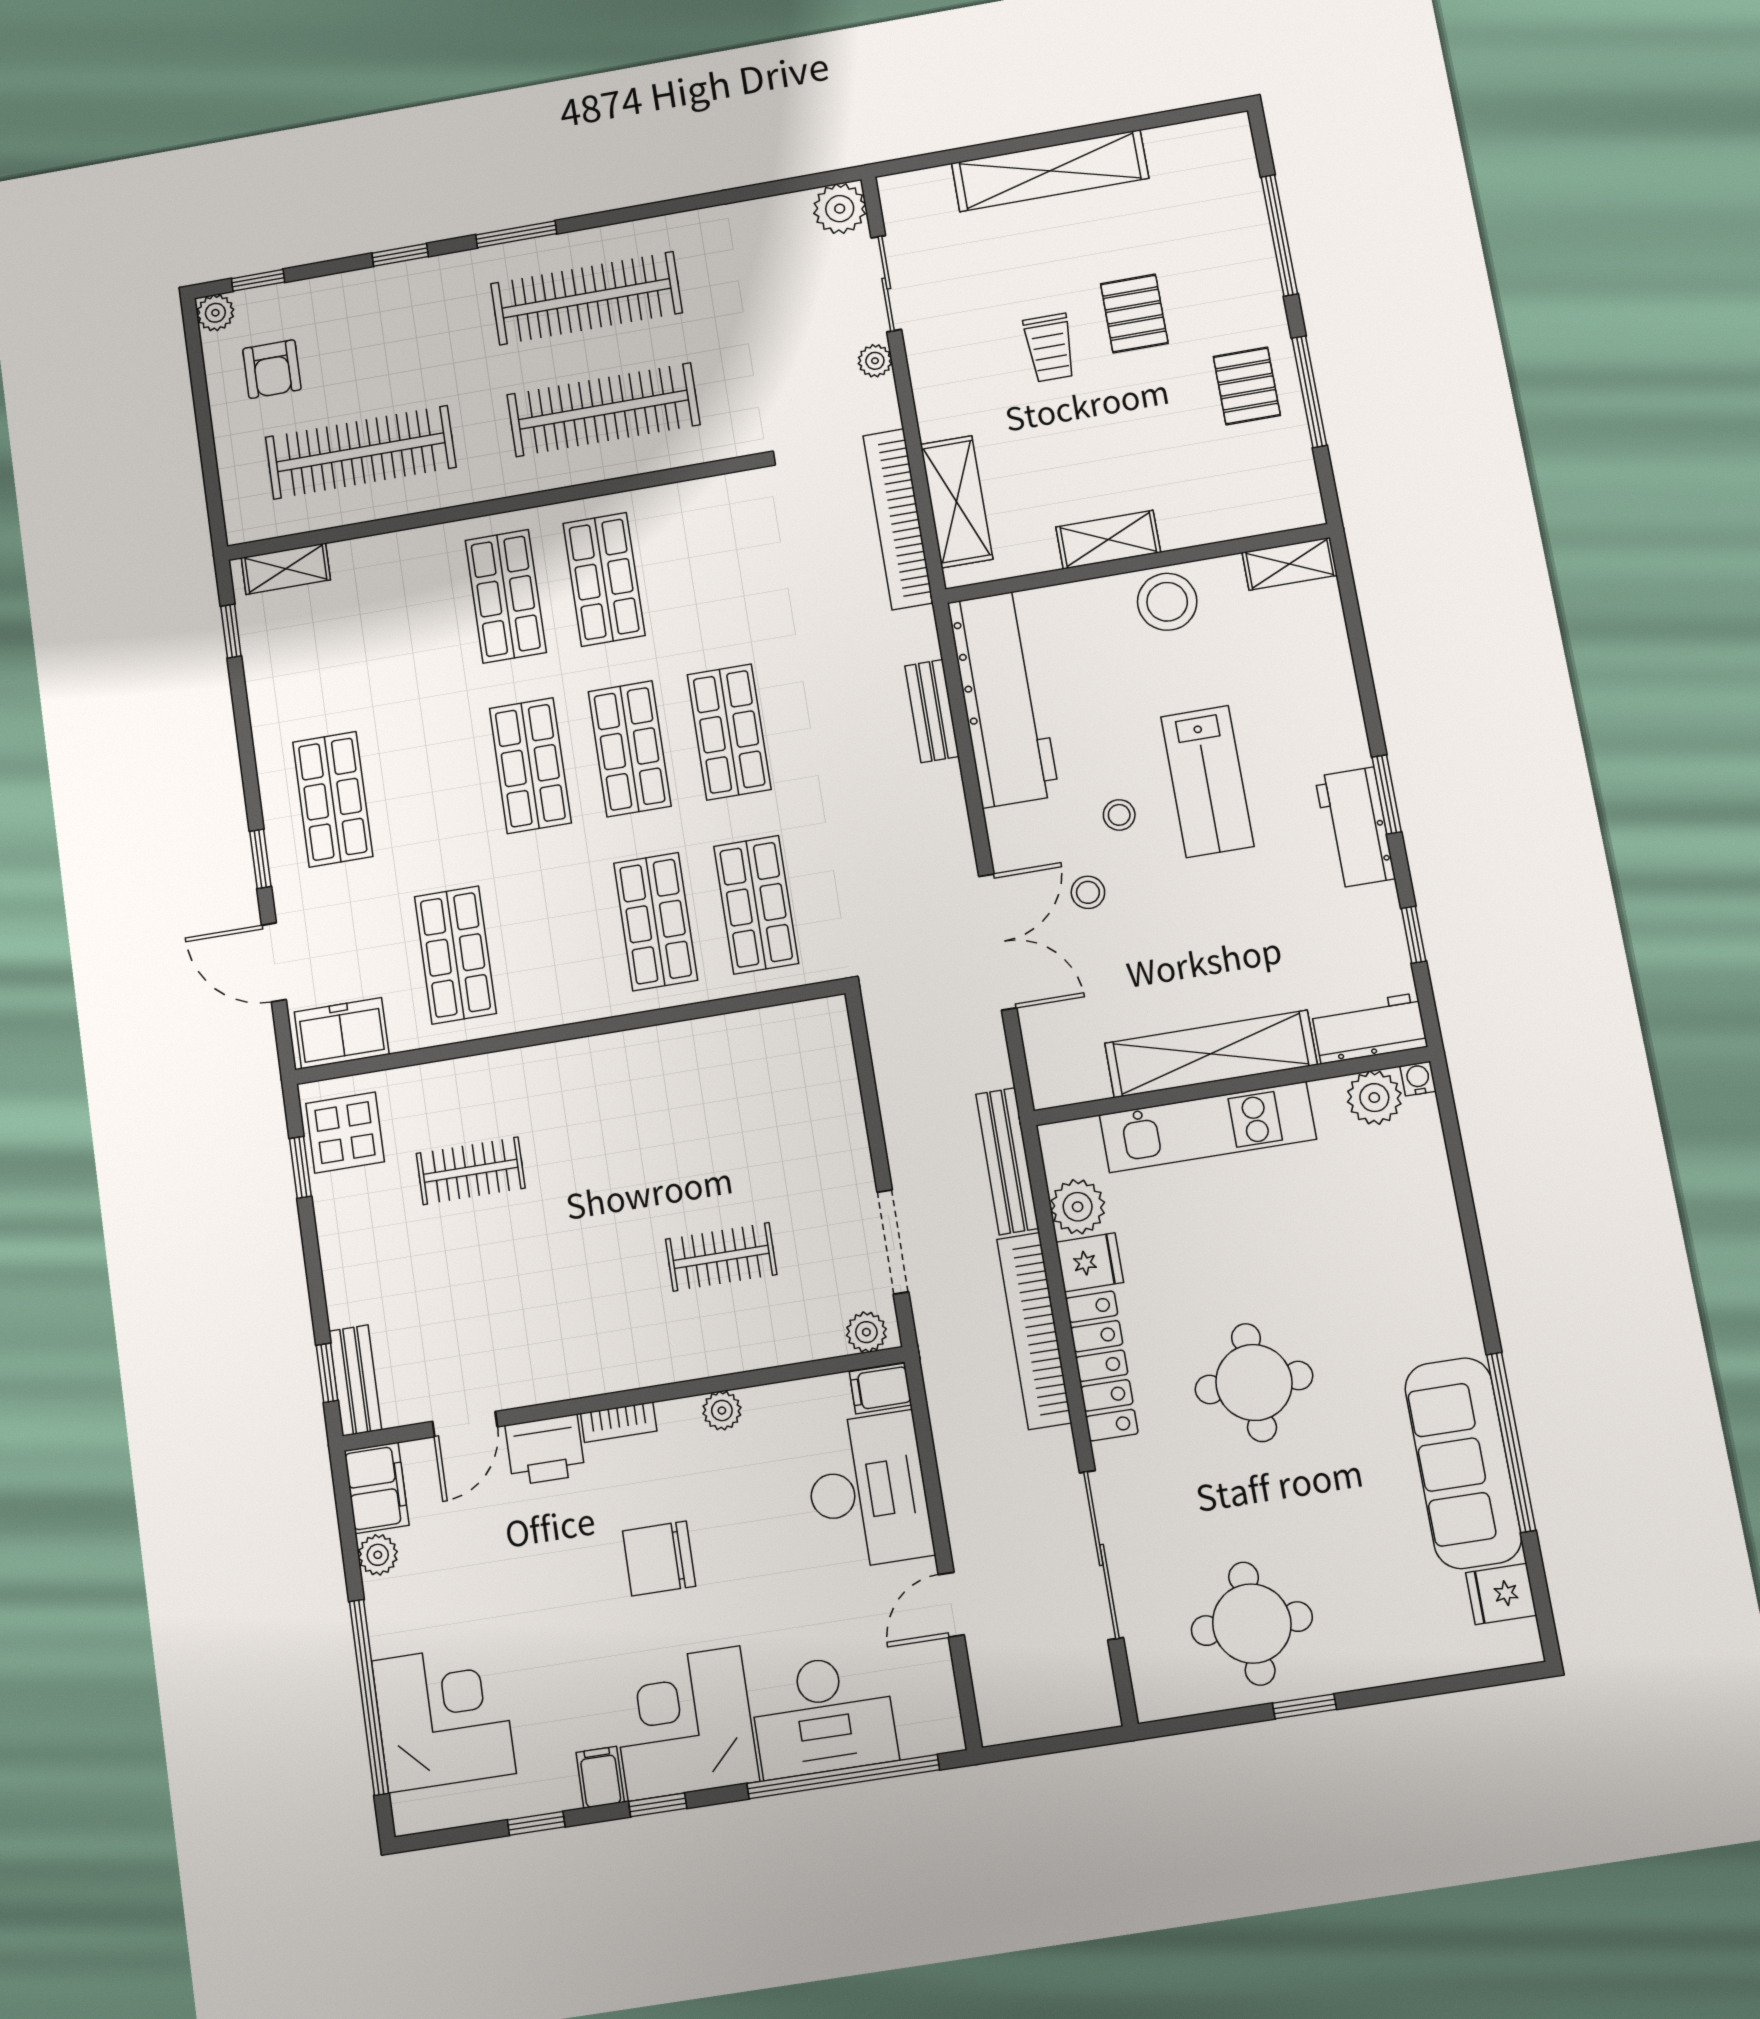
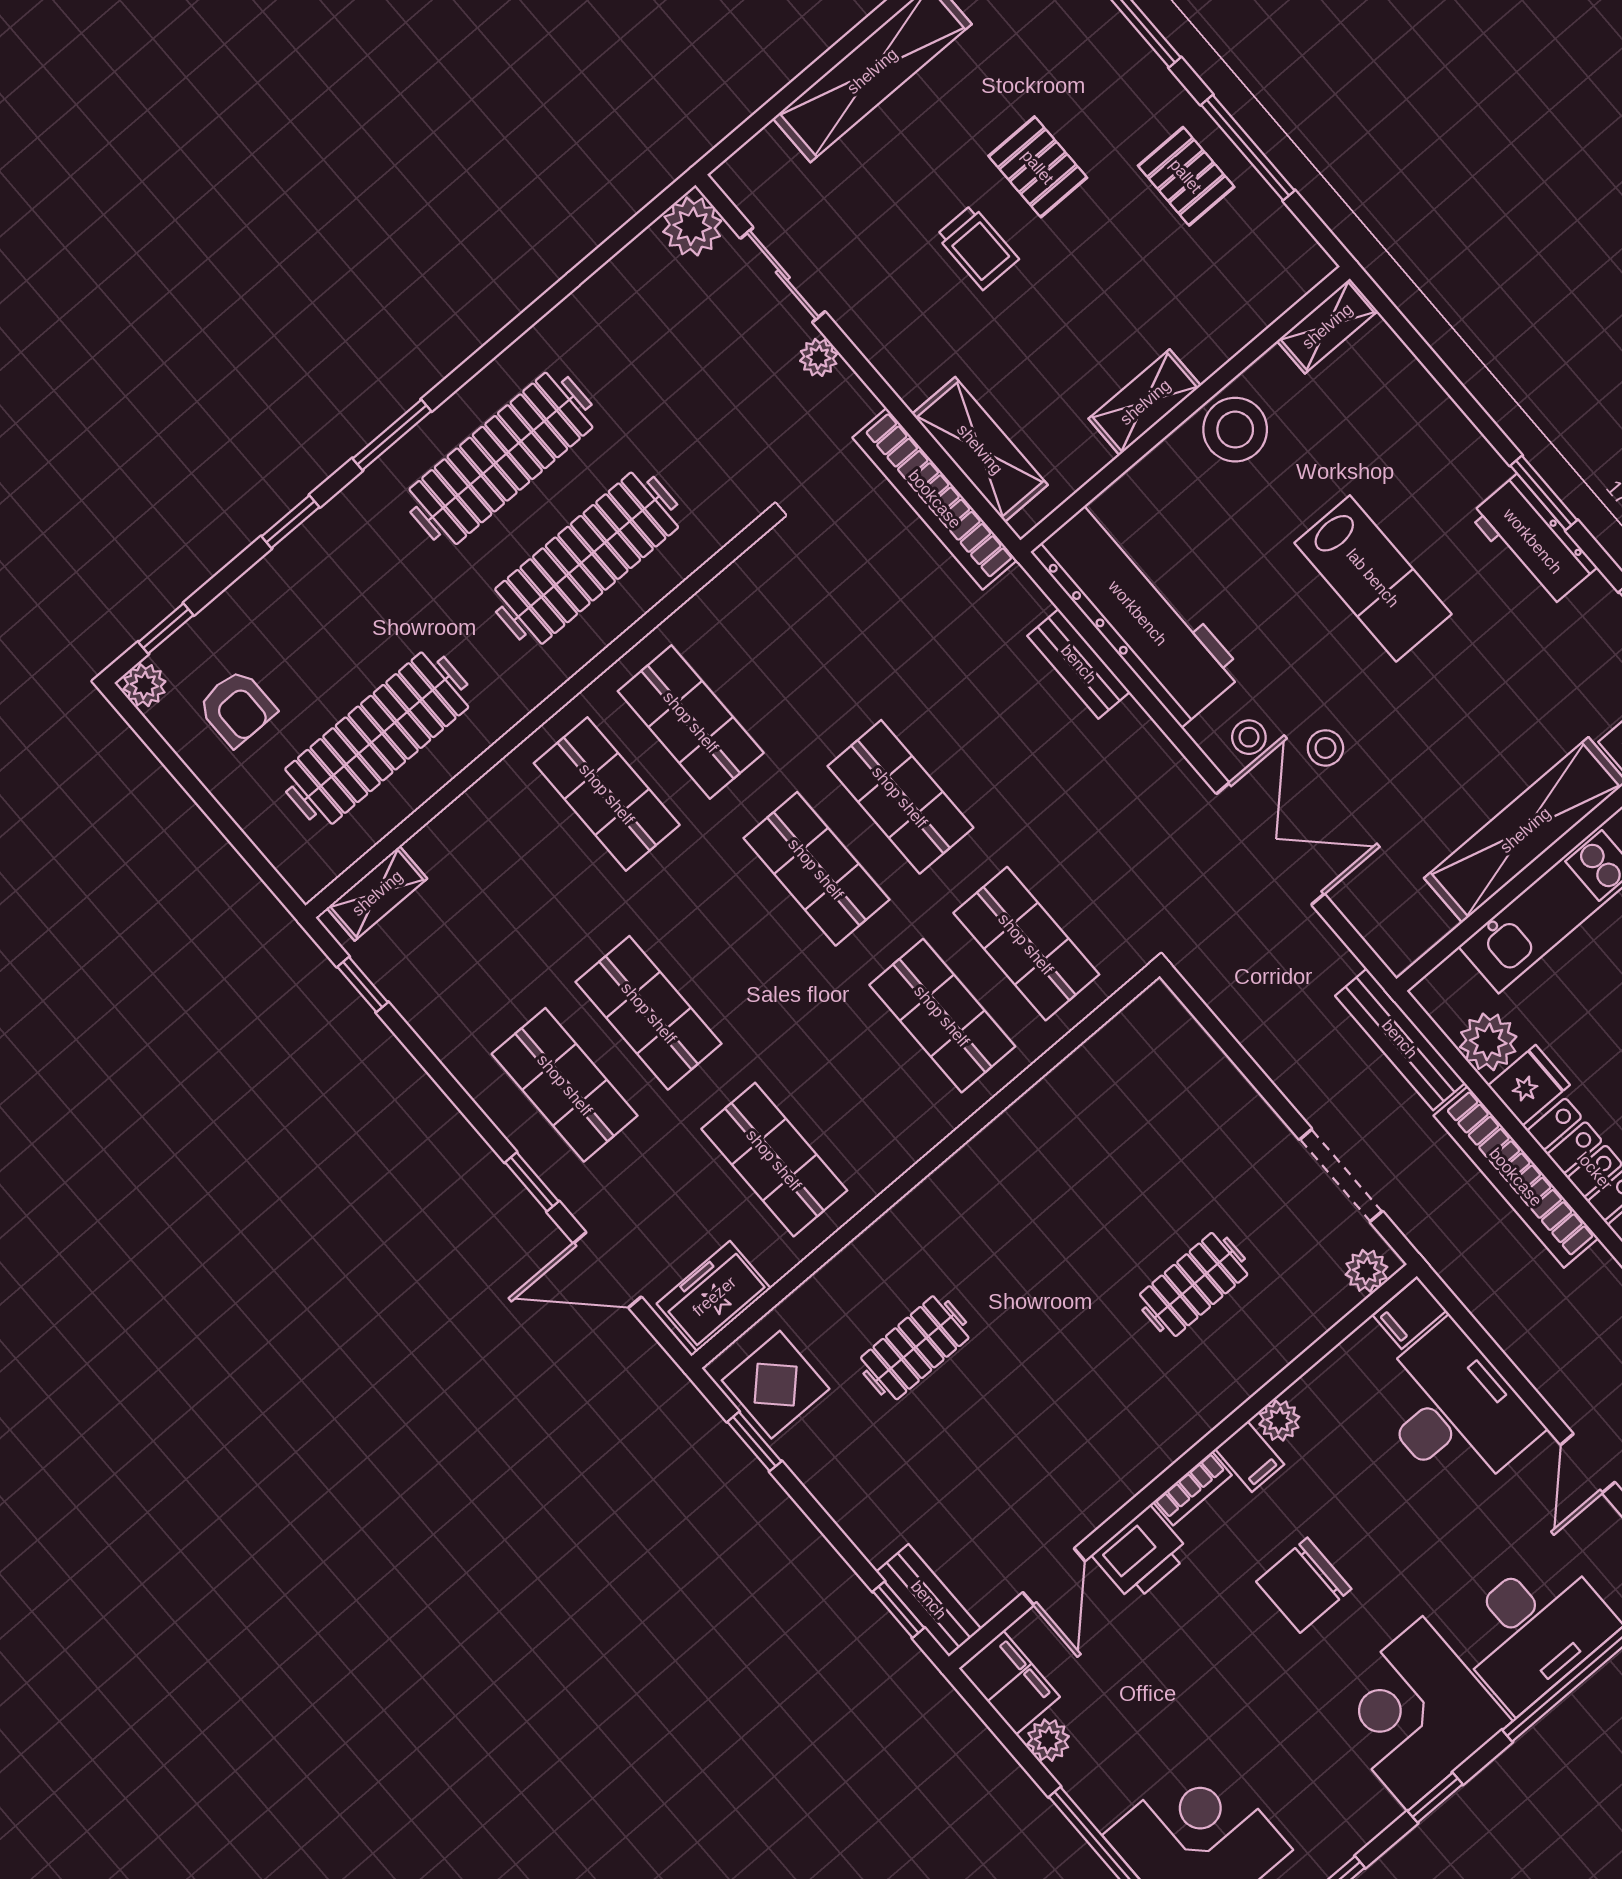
shop shelf: (530, 766) -> (649, 1013), moved
stool: (1119, 815) -> (1249, 737), moved
filing cabinet: (600, 1777) -> (1250, 1457), moved, turned 180

